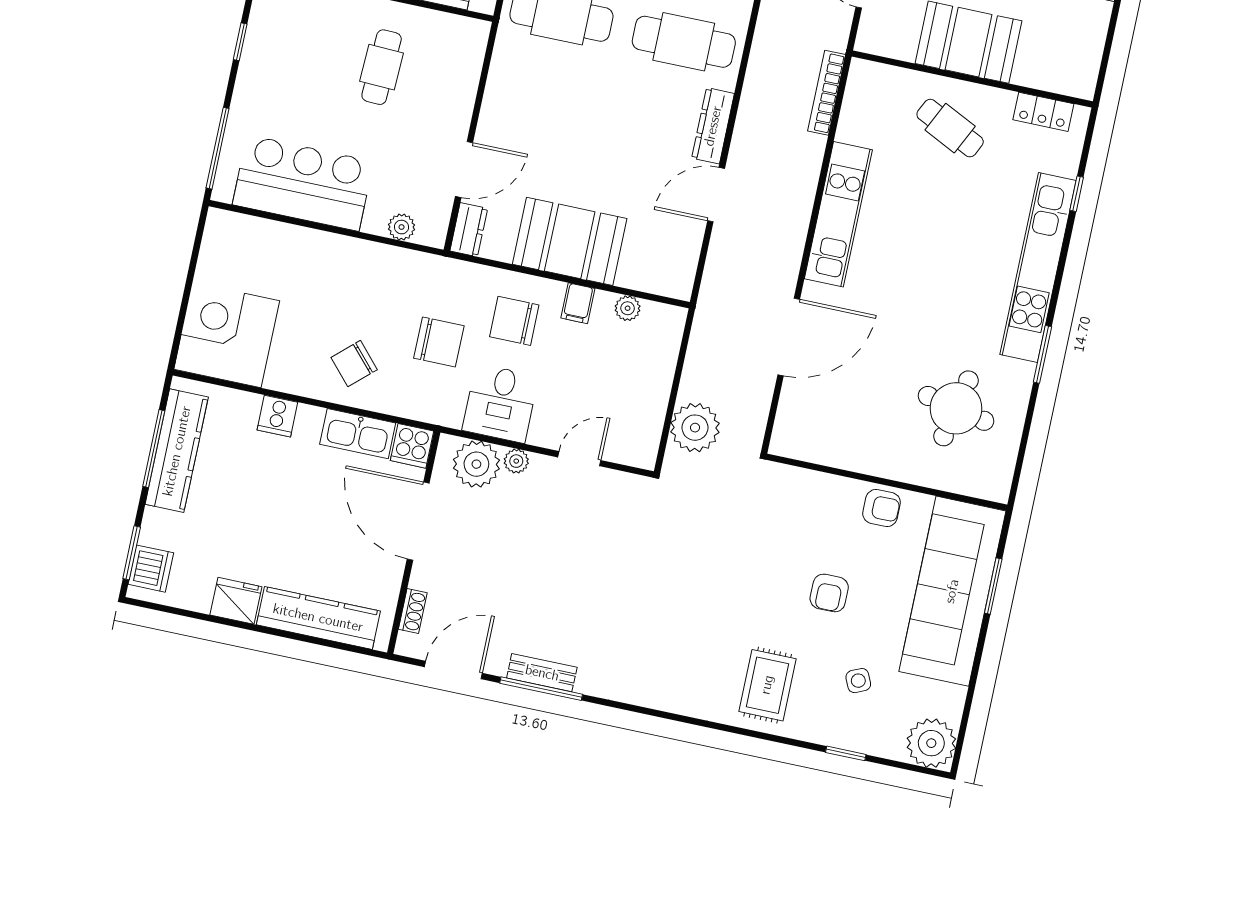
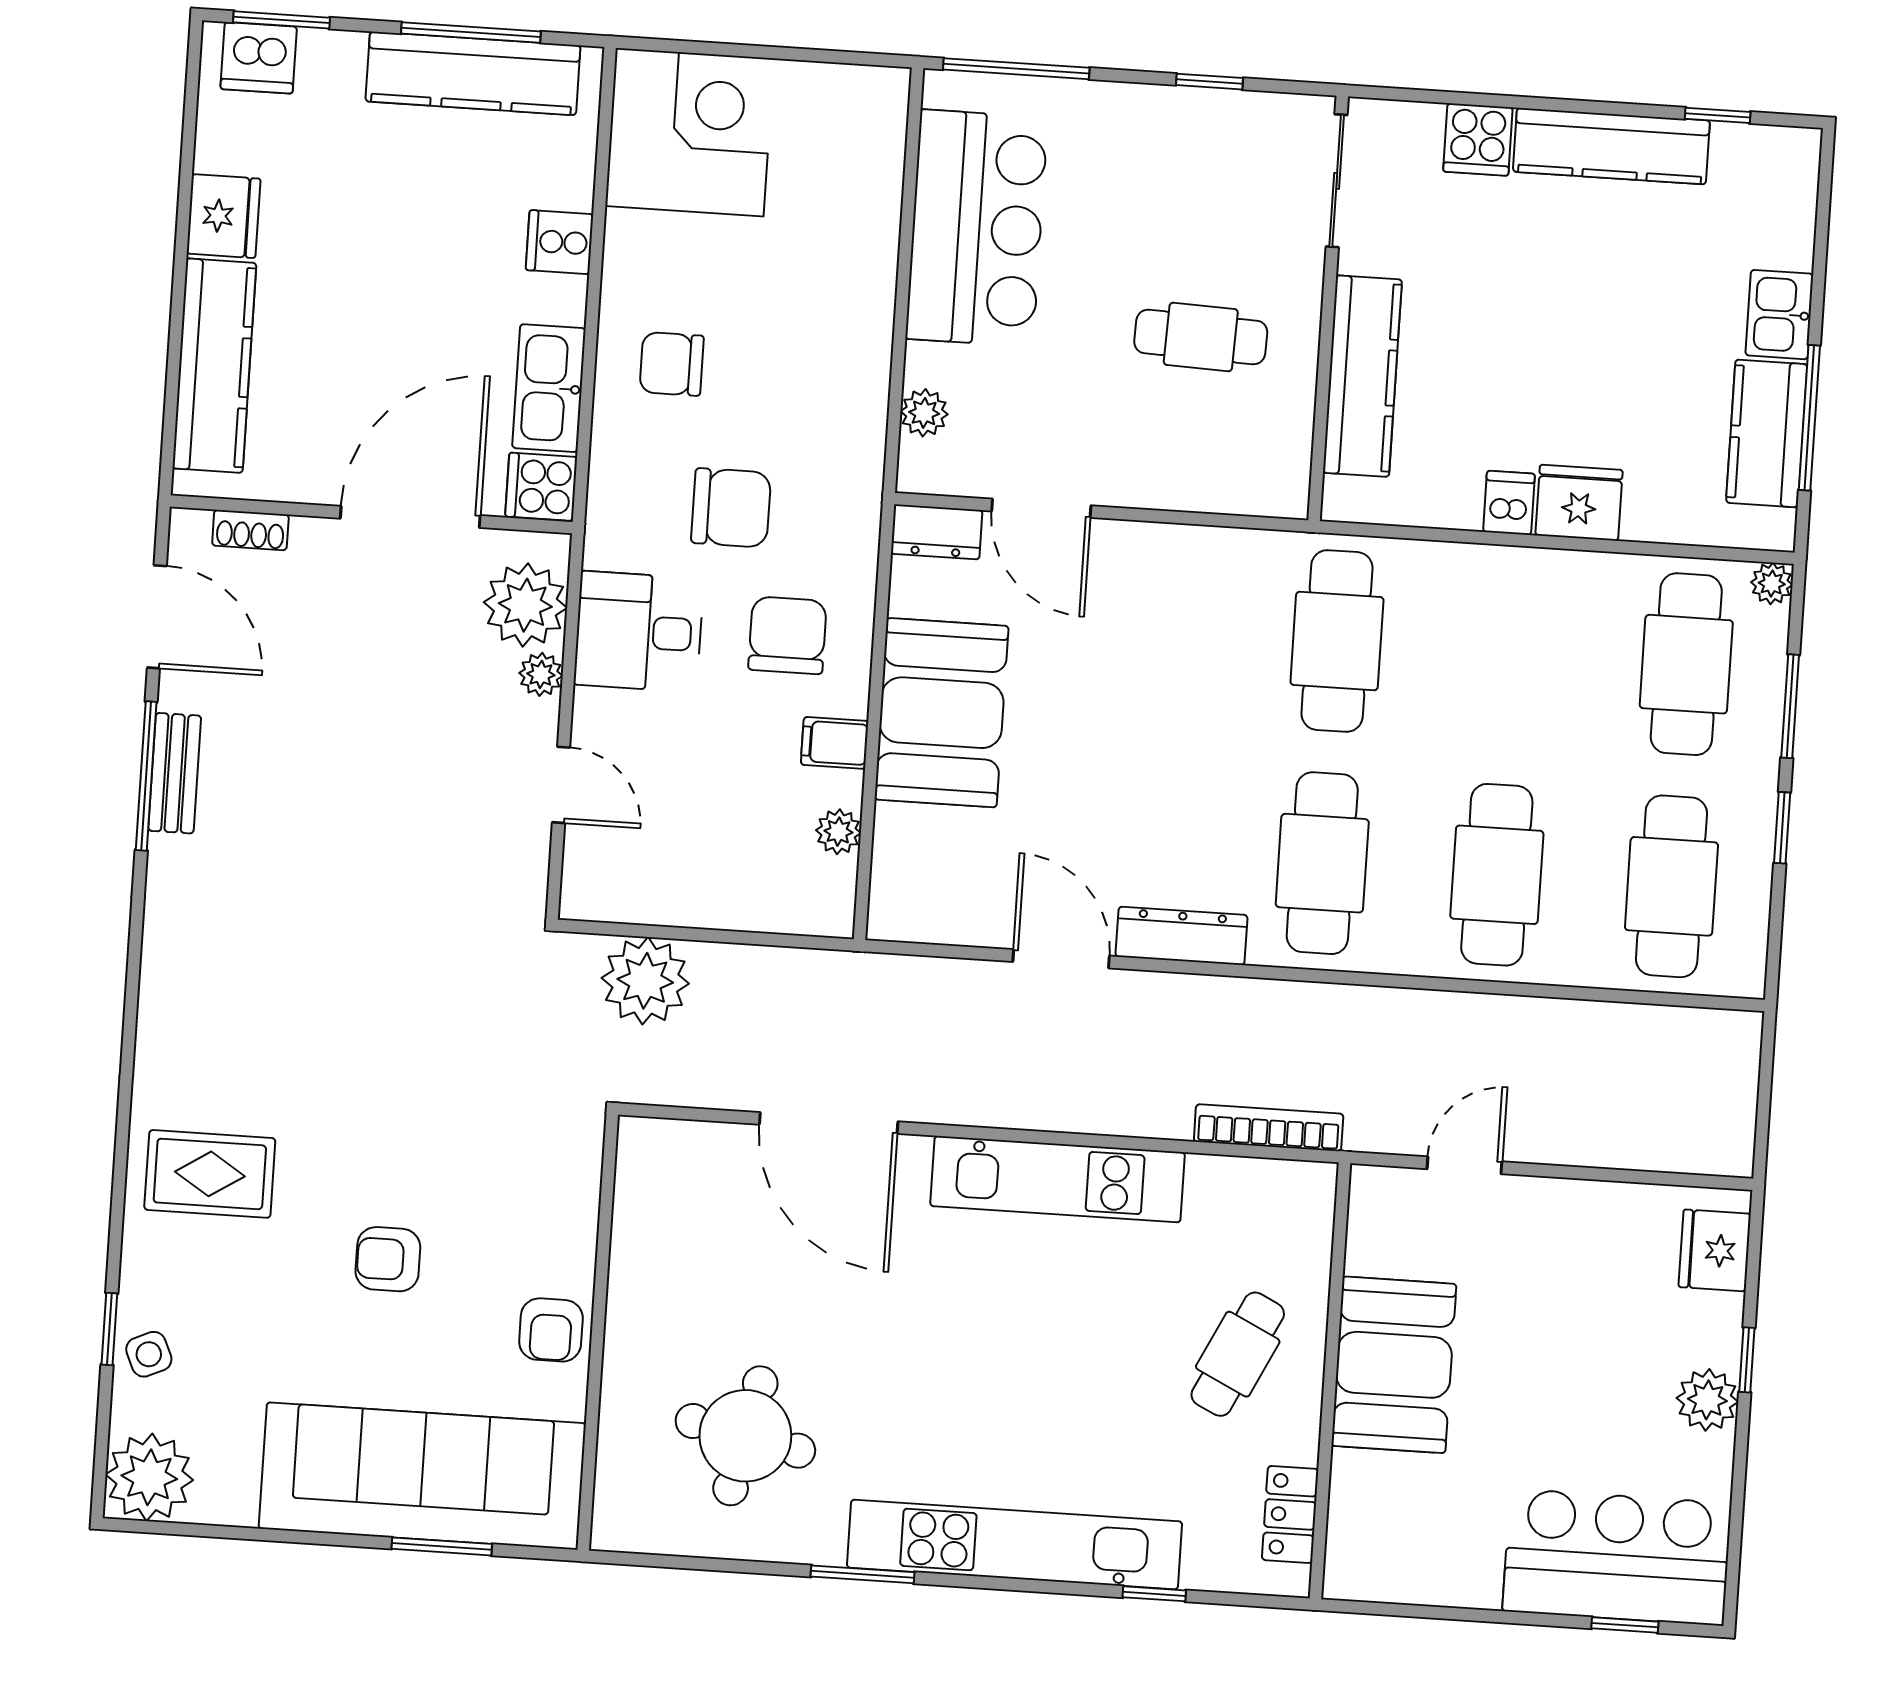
chair: (439, 342) -> (731, 508), turned -90
chair: (354, 364) -> (672, 364), turned -48
side table: (858, 681) -> (149, 1354), moved

